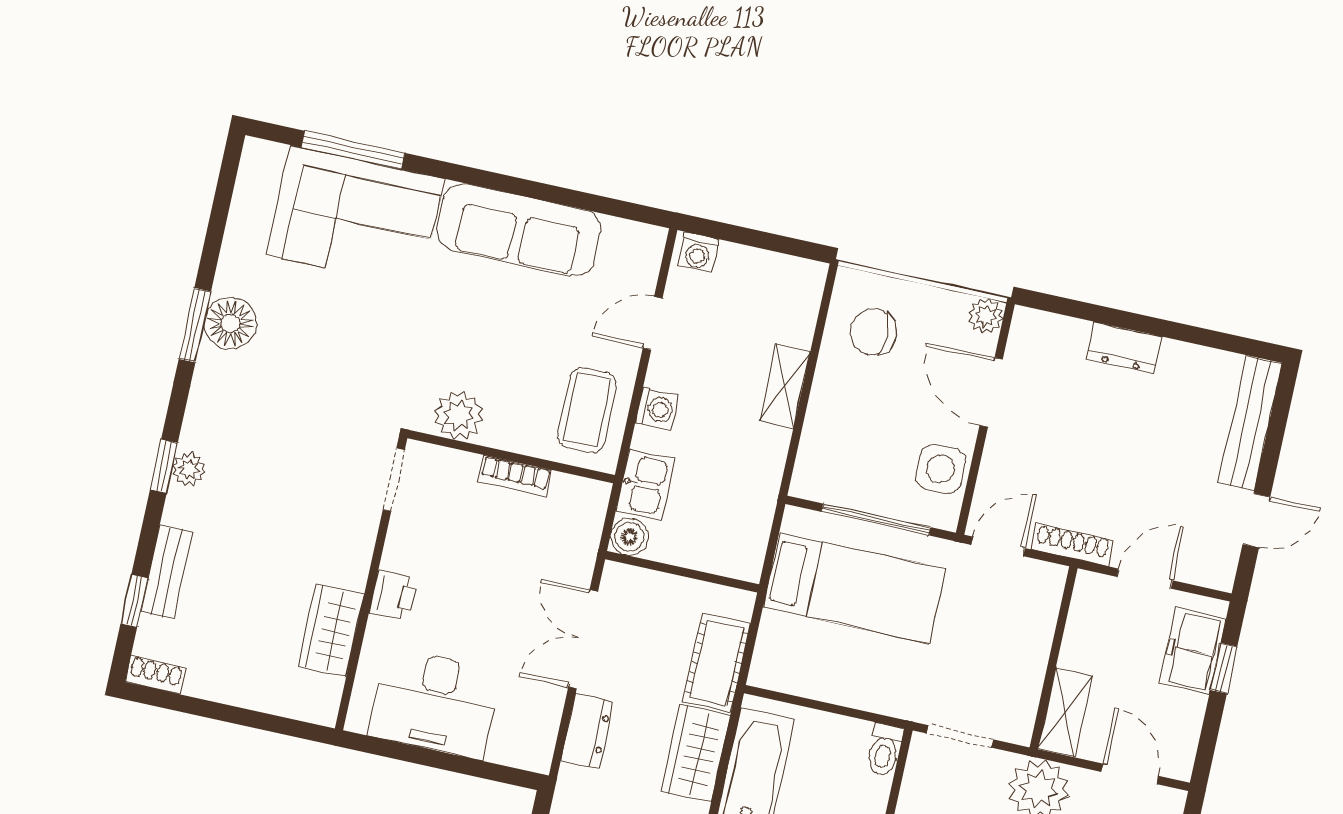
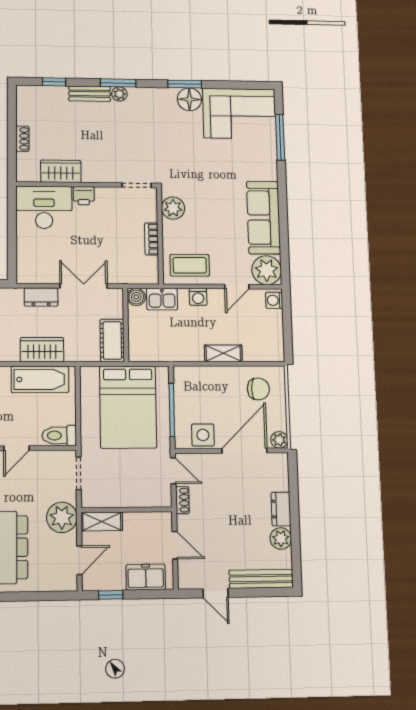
corner sofa: (356, 217) -> (239, 113), moved, turned -90
plant: (632, 252) -> (267, 270), added
door: (653, 323) -> (237, 287), swing flipped
chair: (873, 332) -> (258, 389), turned 90
plant: (1181, 363) -> (281, 538), added
door: (991, 392) -> (244, 451), width x1.36
window: (164, 466) -> (118, 83), width x1.50
shoe rack: (1072, 545) -> (182, 500), width x0.70
bench: (167, 572) -> (90, 94), moved
bed: (854, 588) -> (128, 407), width x1.50
cot: (717, 663) -> (112, 340), moved, turned 90
window: (1224, 668) -> (111, 595), moved
shoe rack: (155, 675) -> (22, 139), moved
desk: (435, 703) -> (44, 207), moved, turned 90
toilet: (884, 750) -> (59, 435), width x1.37, depth x1.39

